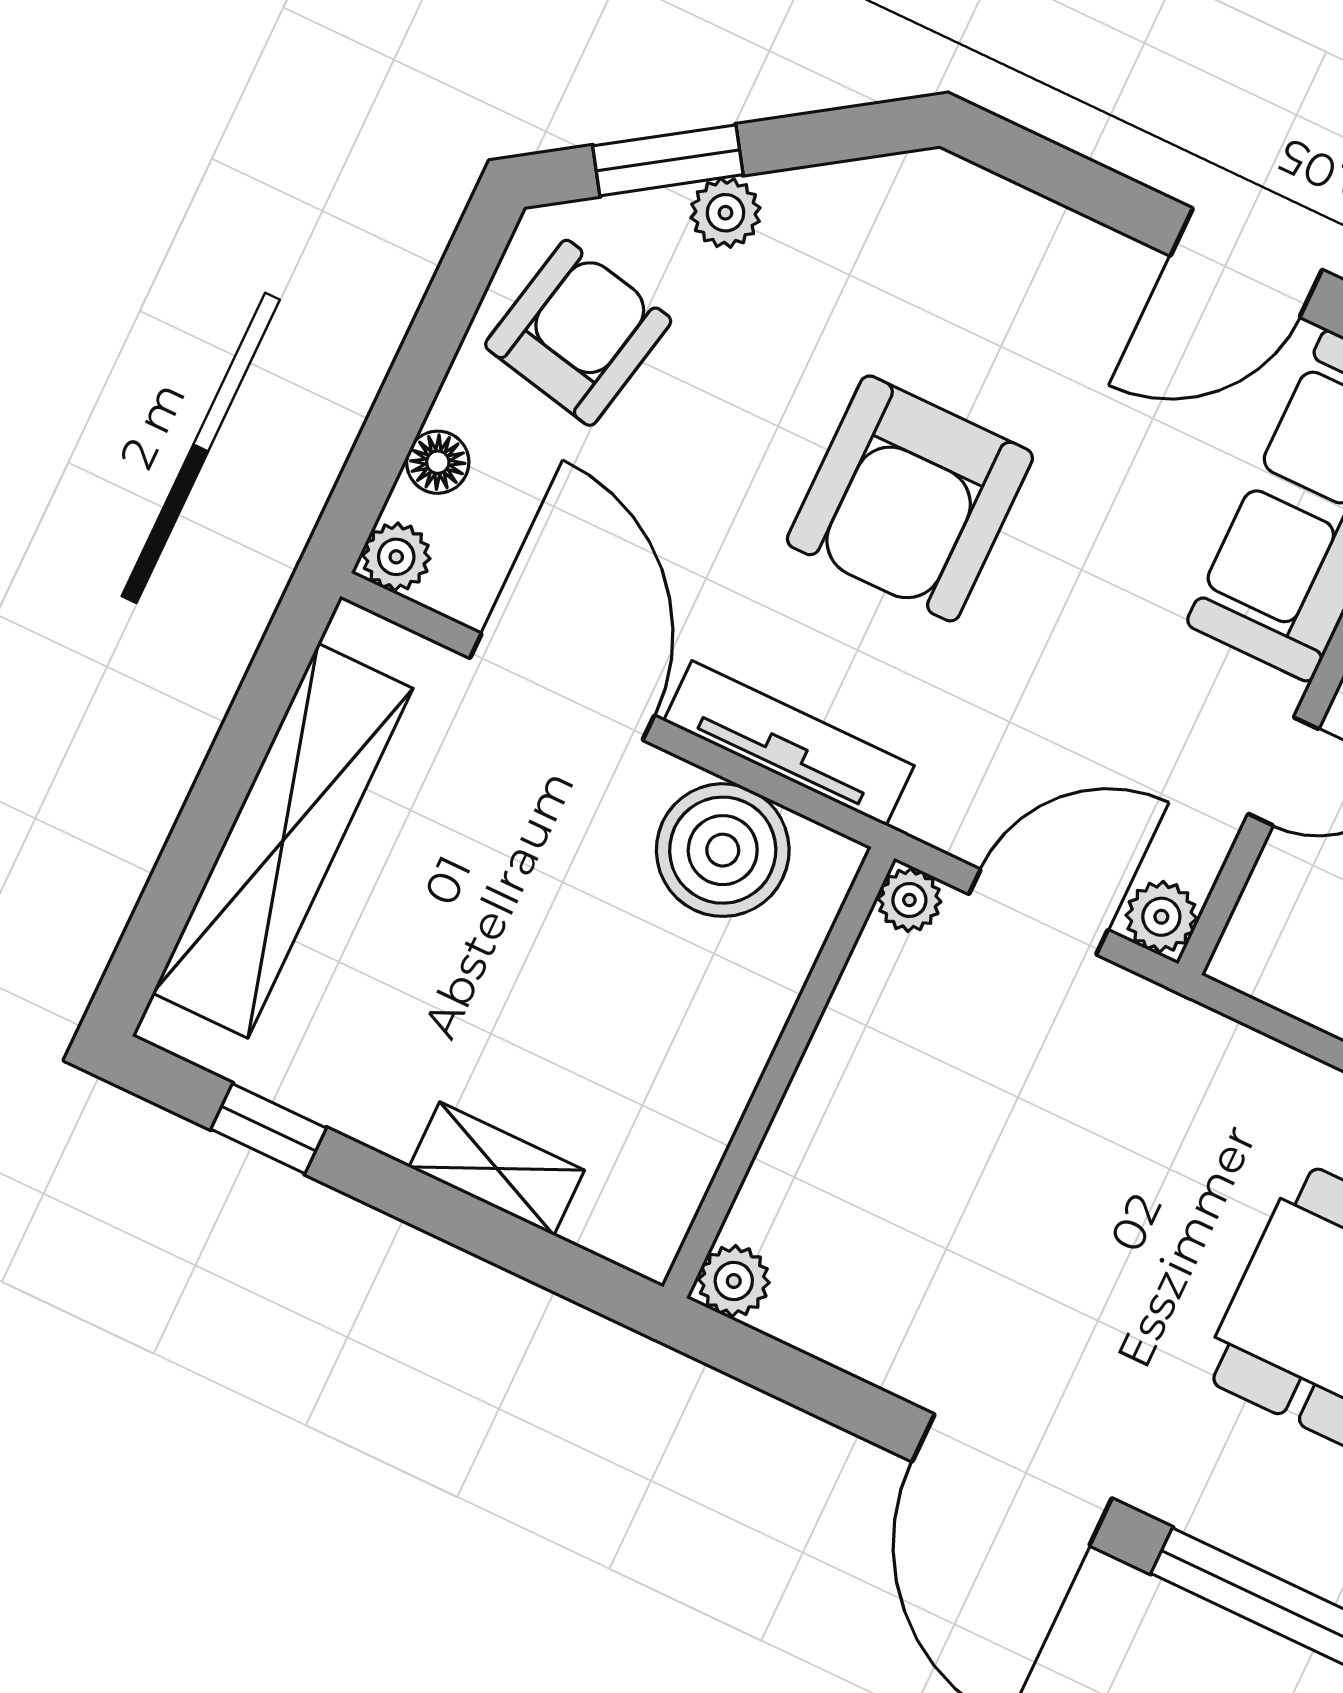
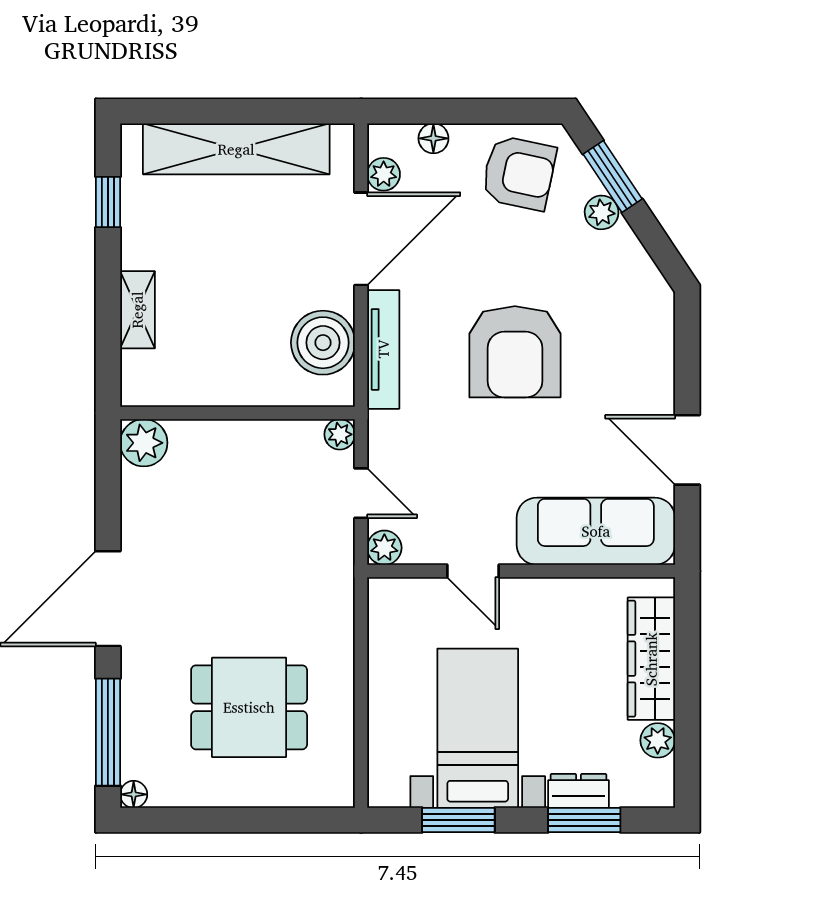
armchair: (910, 498) -> (515, 352), turned -90
plant: (396, 557) -> (384, 174), moved
door: (1038, 912) -> (361, 493), width x0.73
plant: (734, 1281) -> (144, 443), width x1.38, depth x1.38

